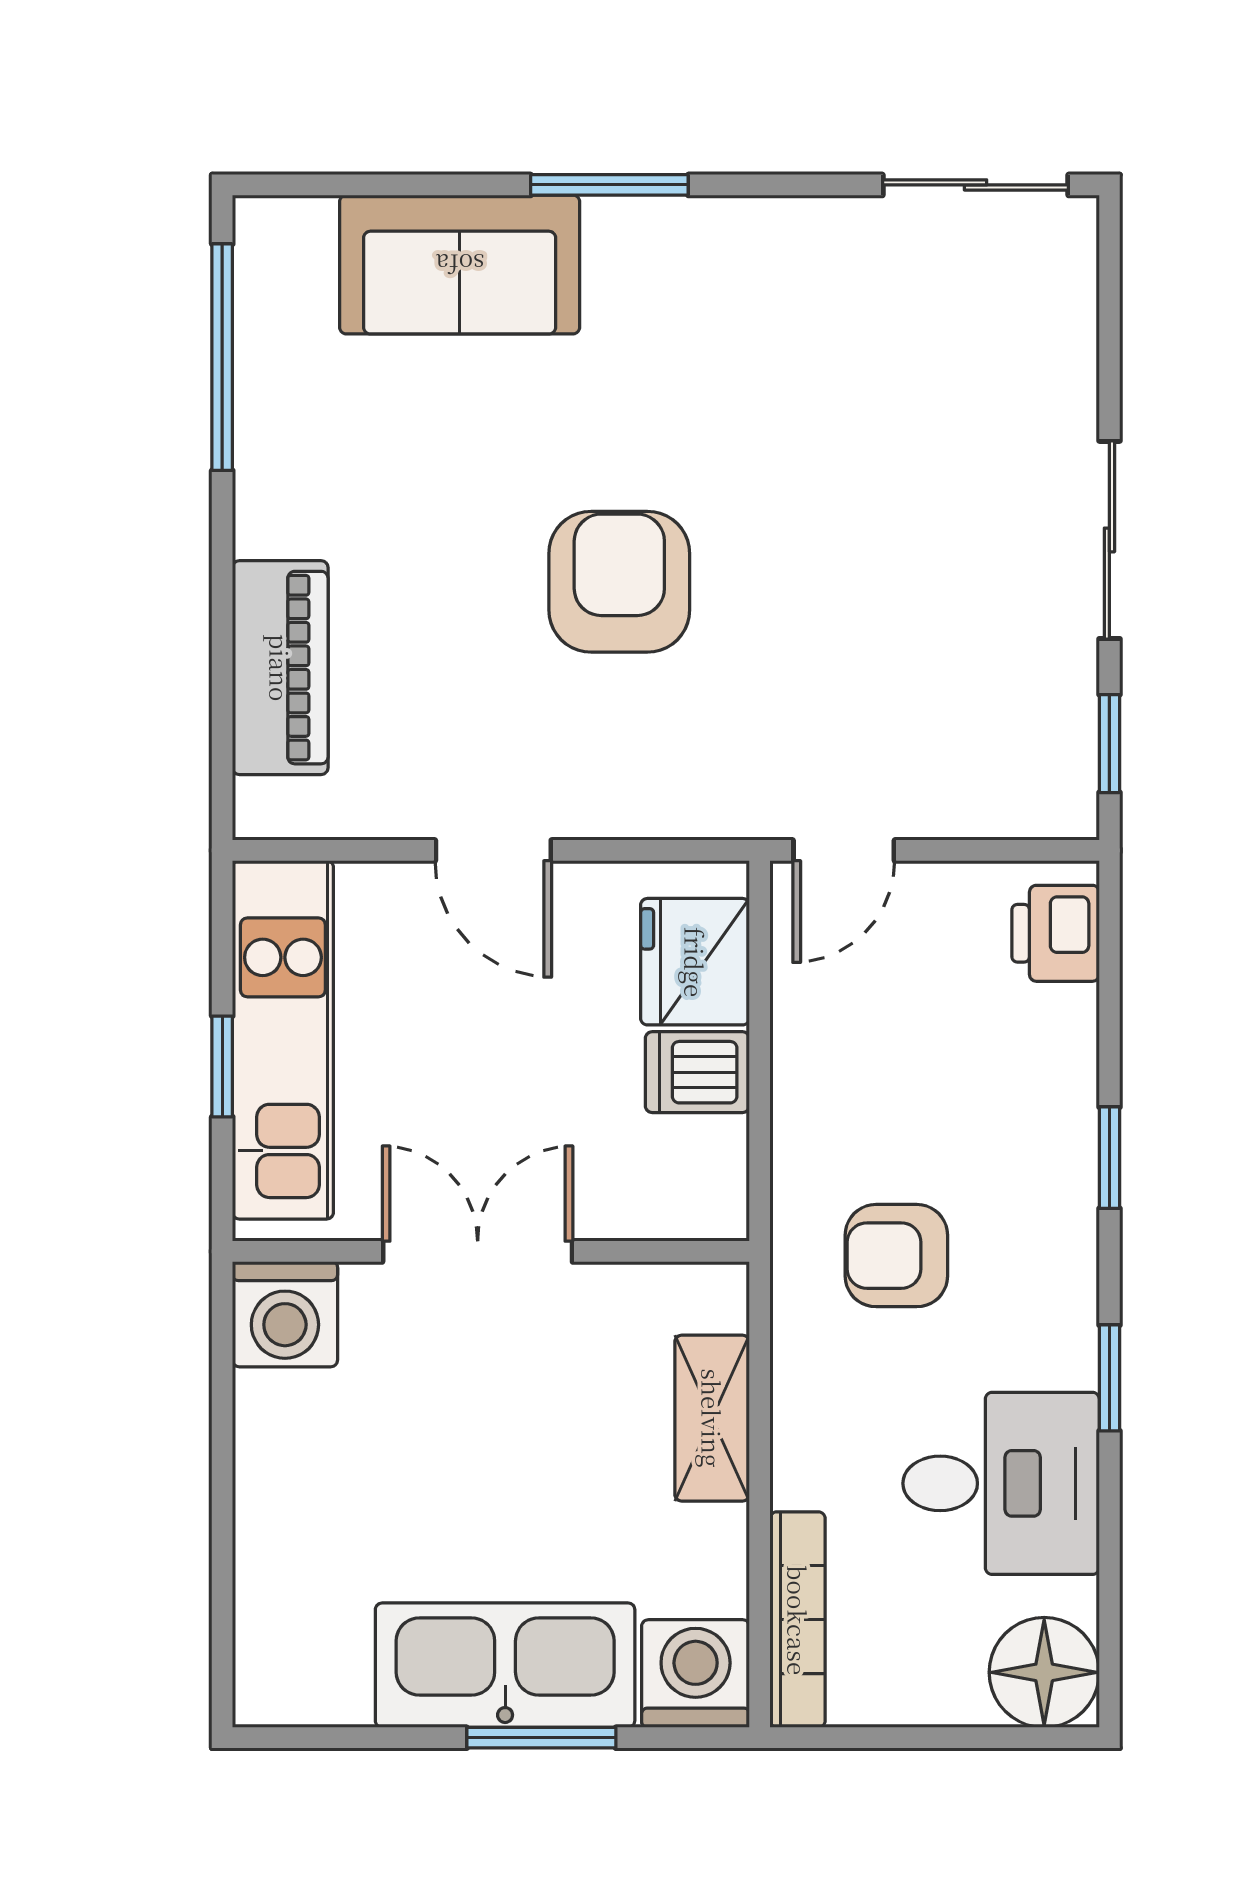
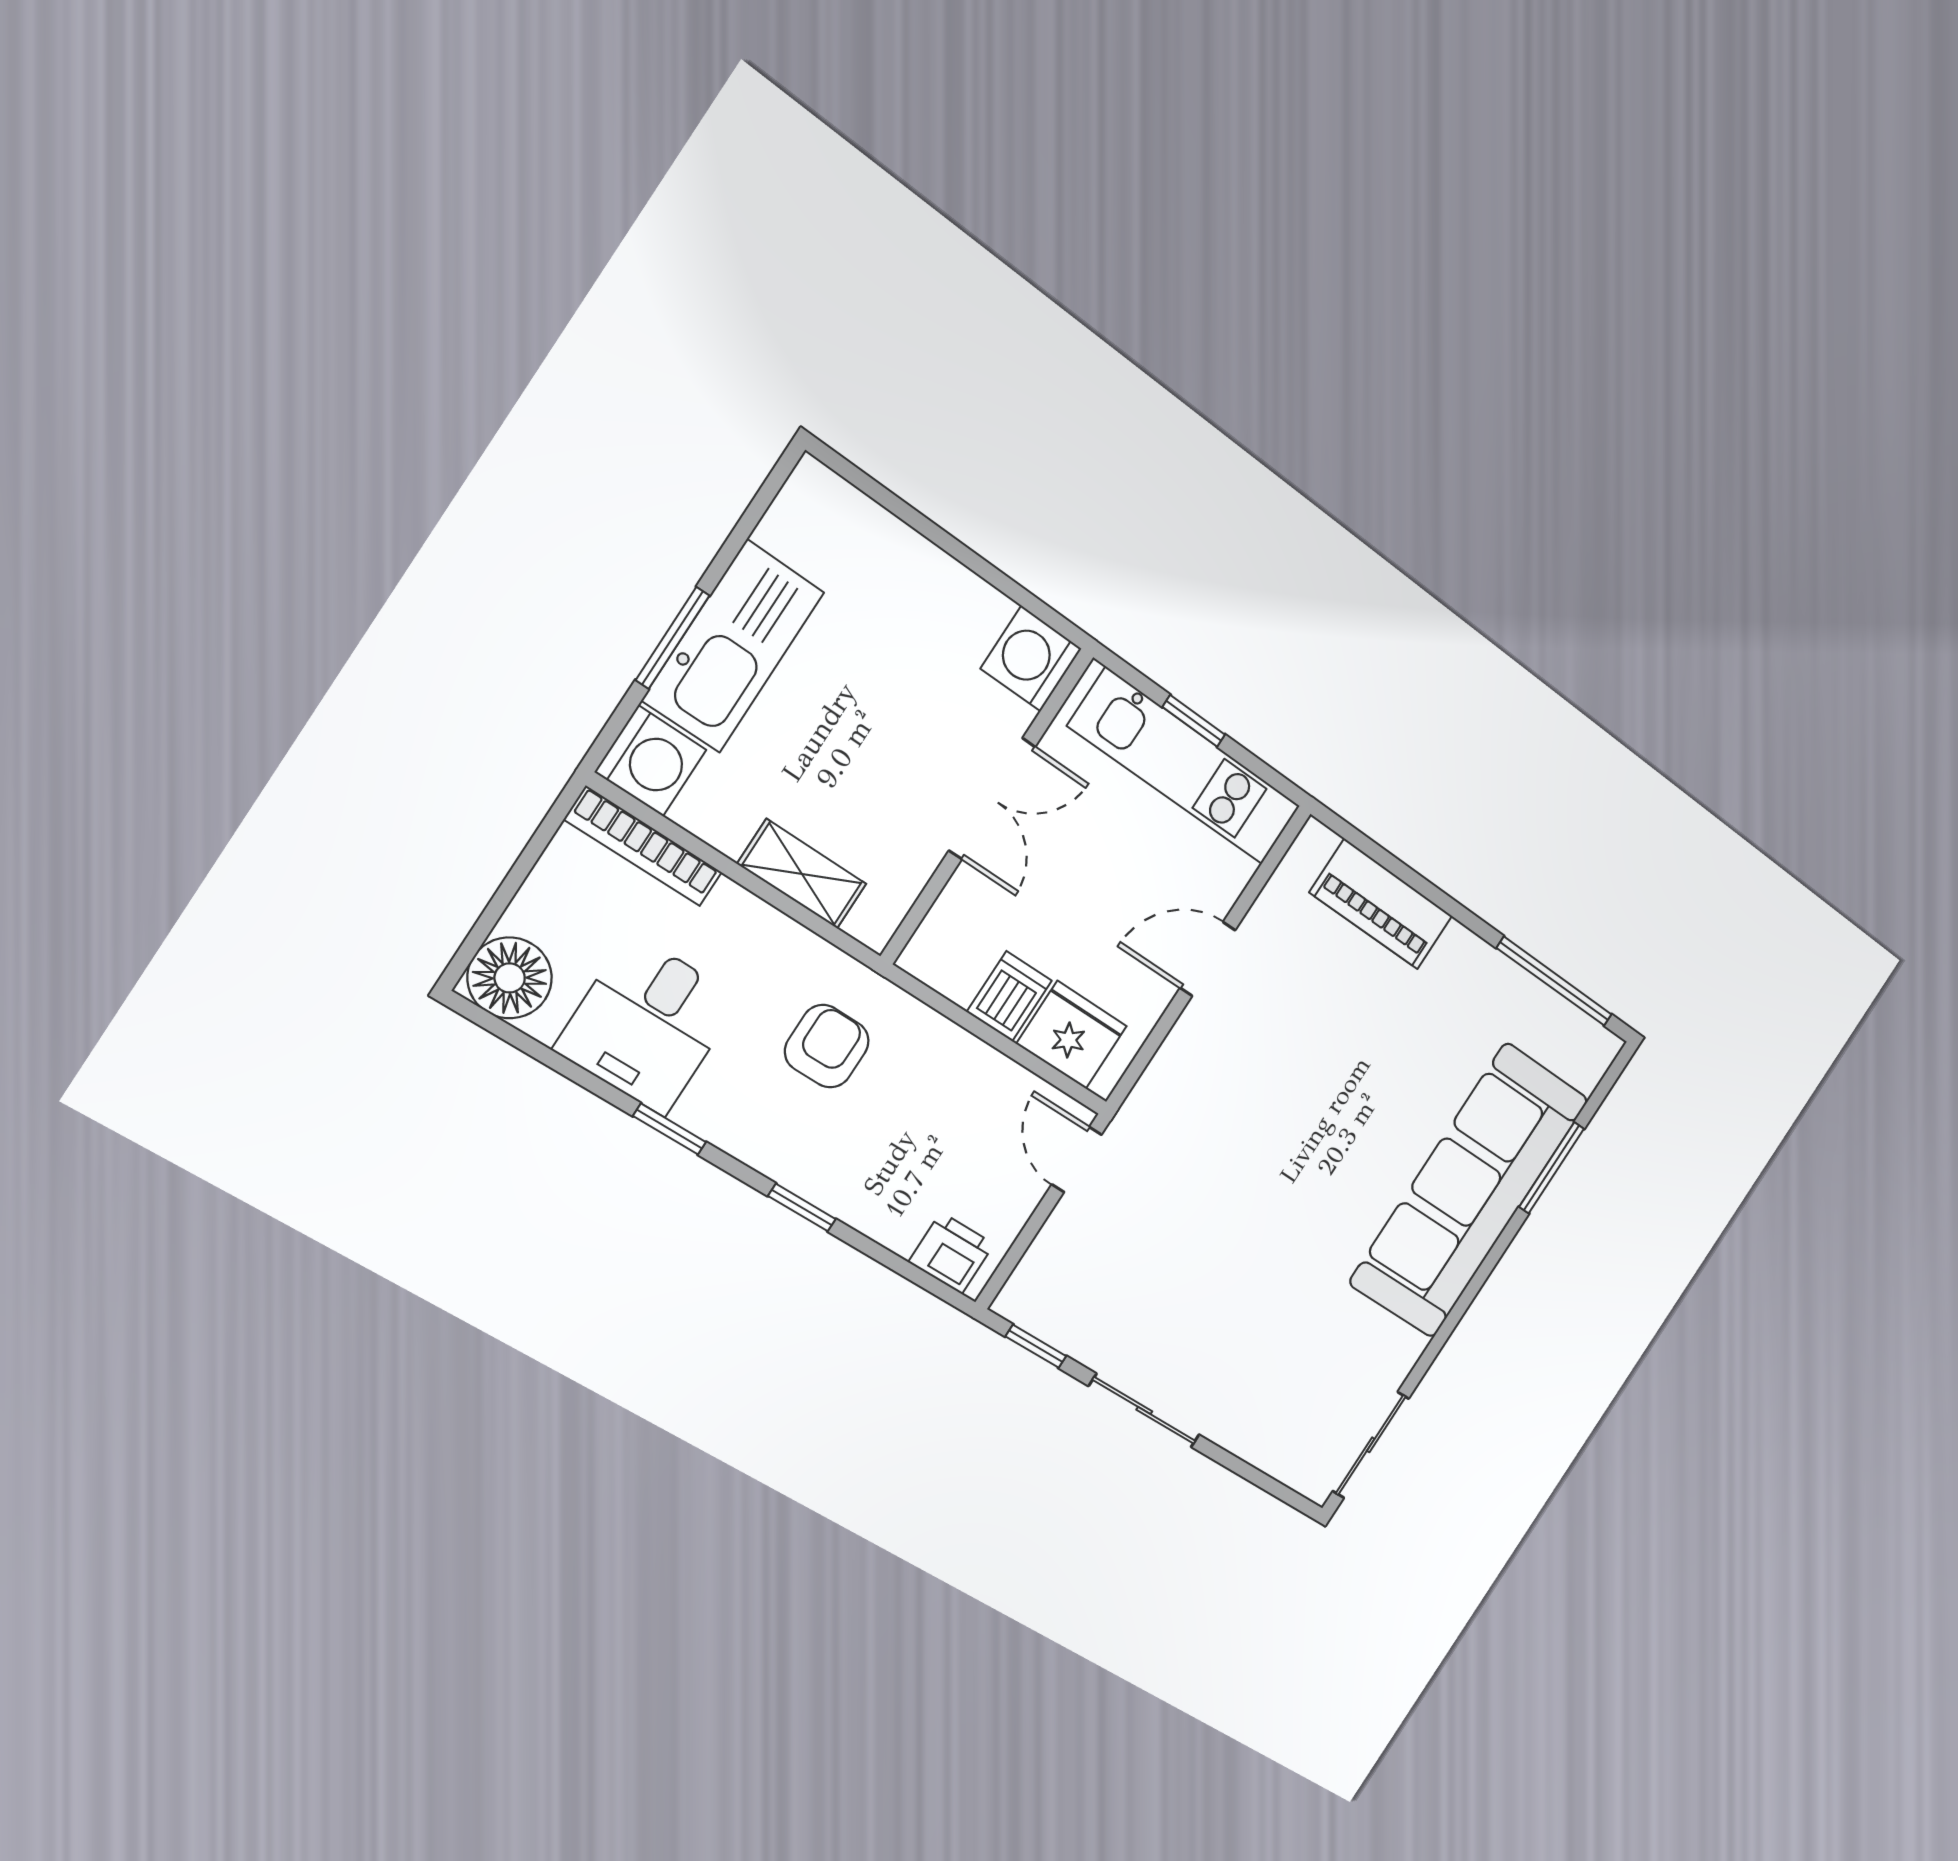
window: (609, 185) -> (1552, 1168), moved
sofa: (460, 265) -> (1469, 1191), width x1.85, depth x1.27
armchair: (619, 582) -> (1301, 1124), removed

